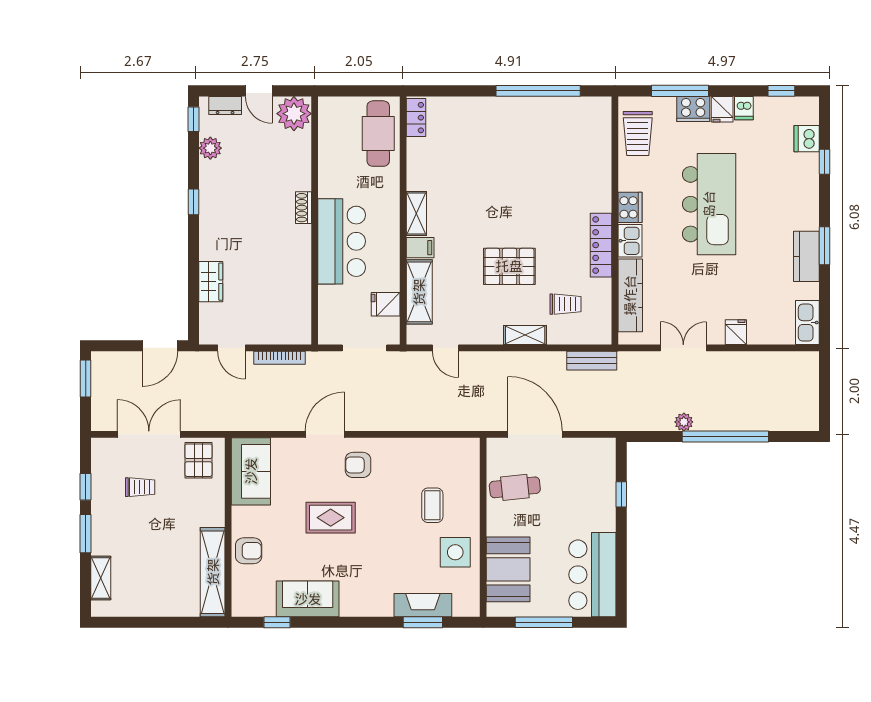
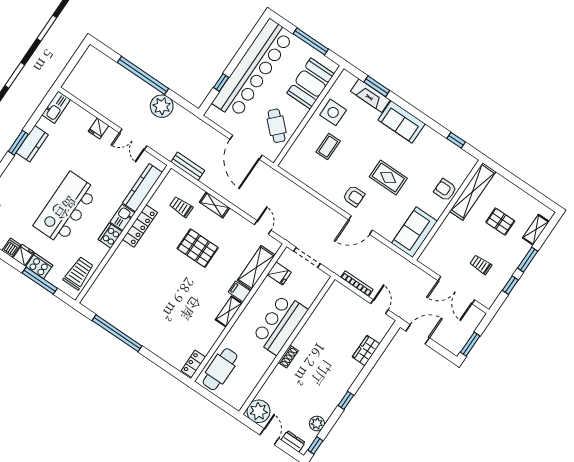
plant: (684, 422) -> (162, 106), width x1.88, depth x1.88
pallet: (198, 460) -> (500, 222), moved, turned 90
cafe table: (515, 487) -> (277, 126), turned 50
bar counter: (592, 575) -> (253, 69), width x1.86
sofa: (308, 599) -> (402, 122), moved

